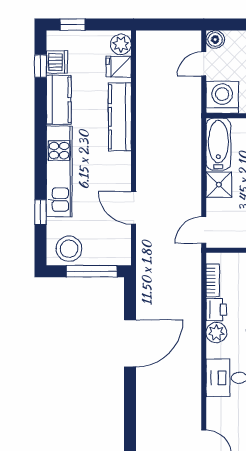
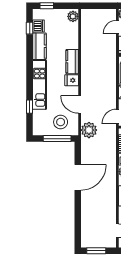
fridge: (119, 67) -> (72, 80), moved
kitchen counter: (120, 117) -> (72, 62), width x0.67
stool: (69, 249) -> (61, 122), moved
plant: (151, 255) -> (89, 130), added

